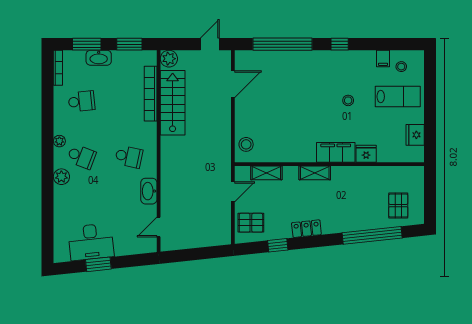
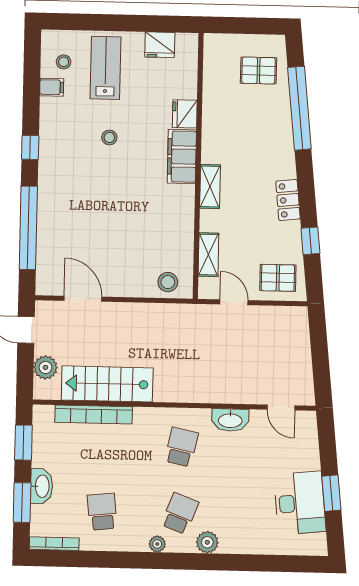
plant: (169, 59) -> (45, 367), moved
pallet: (251, 223) -> (278, 278), turned 90

